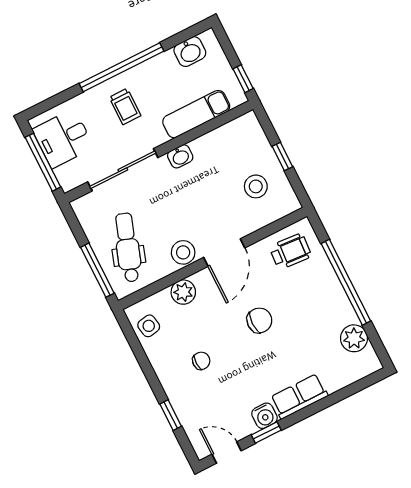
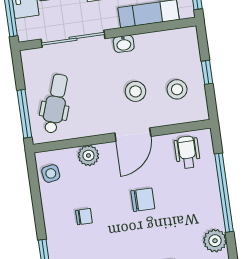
wheelchair: (290, 251) -> (187, 152), turned -94
stool: (183, 252) -> (135, 91), moved

